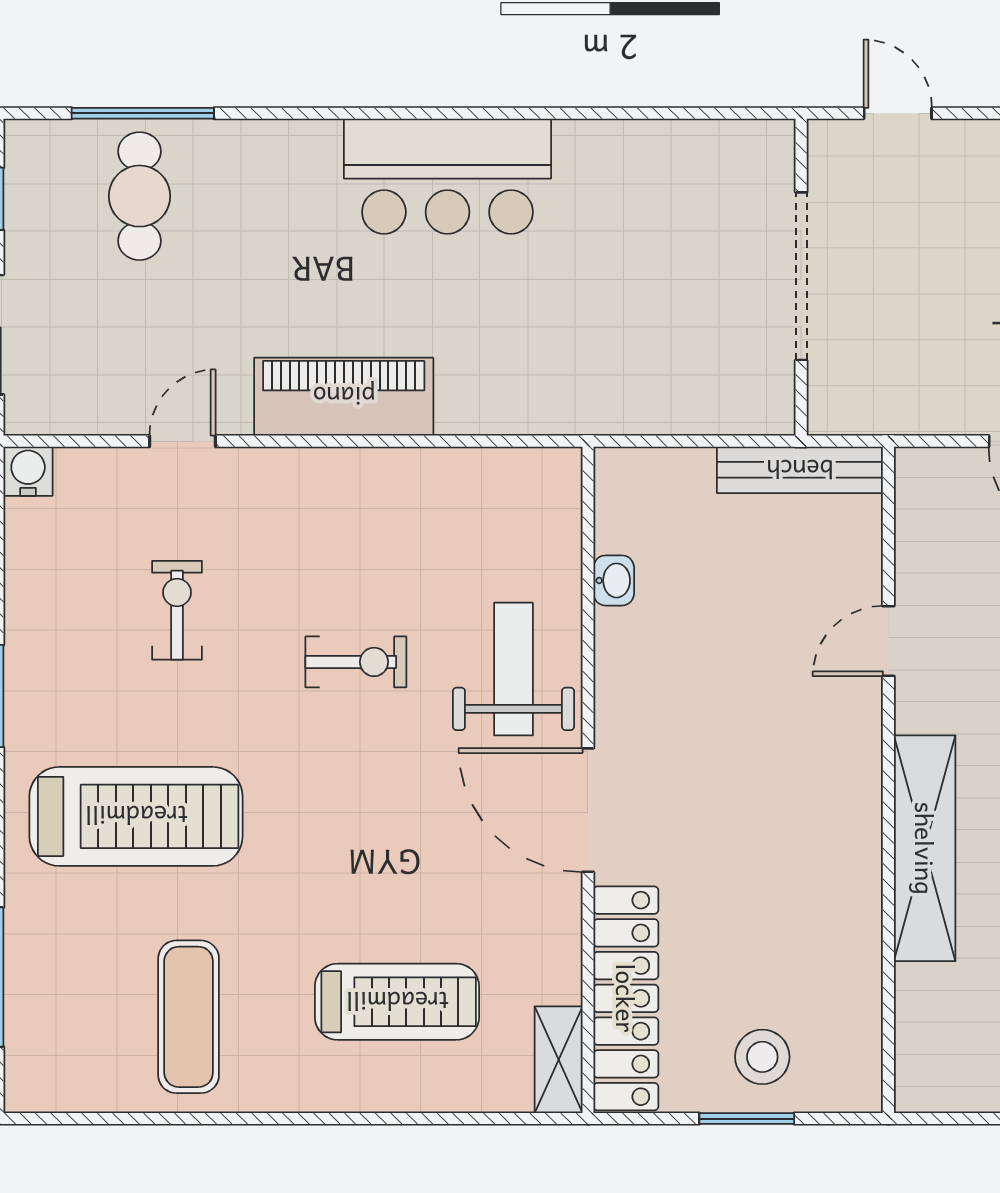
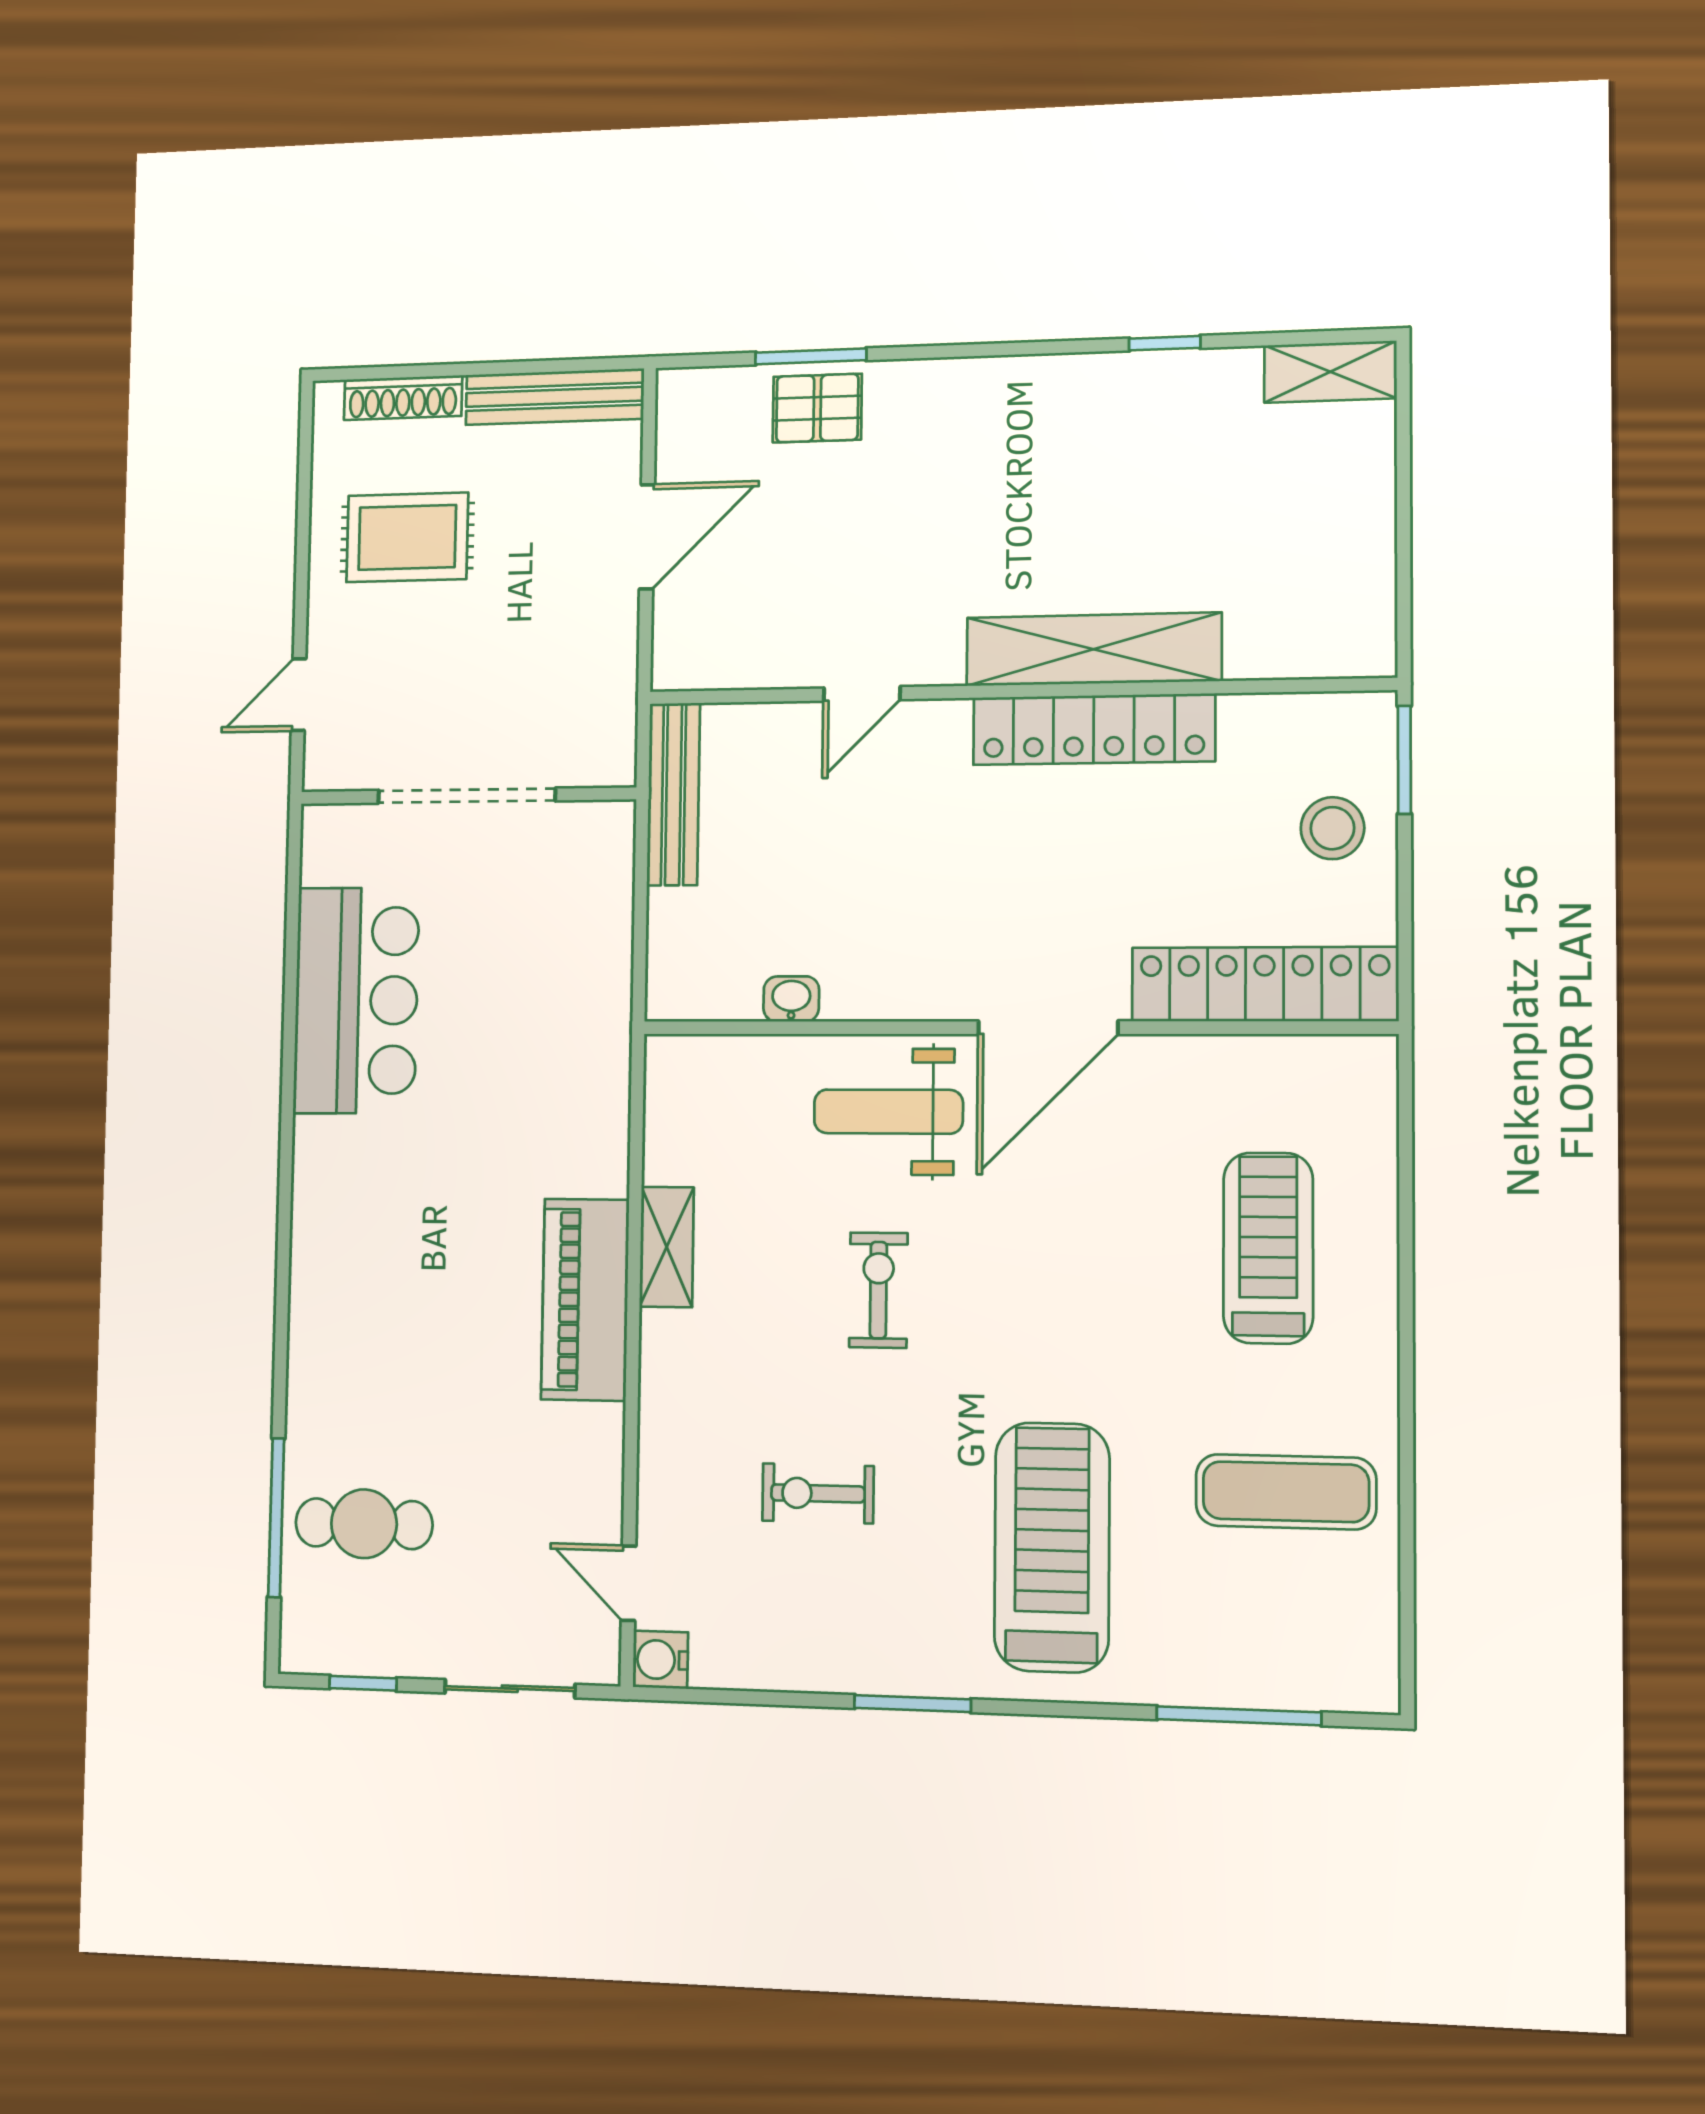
bar counter: (447, 176) -> (356, 1000), moved
door: (182, 441) -> (628, 1583), moved
door: (888, 641) -> (862, 694), hinge flipped
locker: (853, 849) -> (1094, 729), added
shelving: (559, 1060) -> (667, 1247), moved, turned 90
window: (747, 1119) -> (1404, 760), moved

